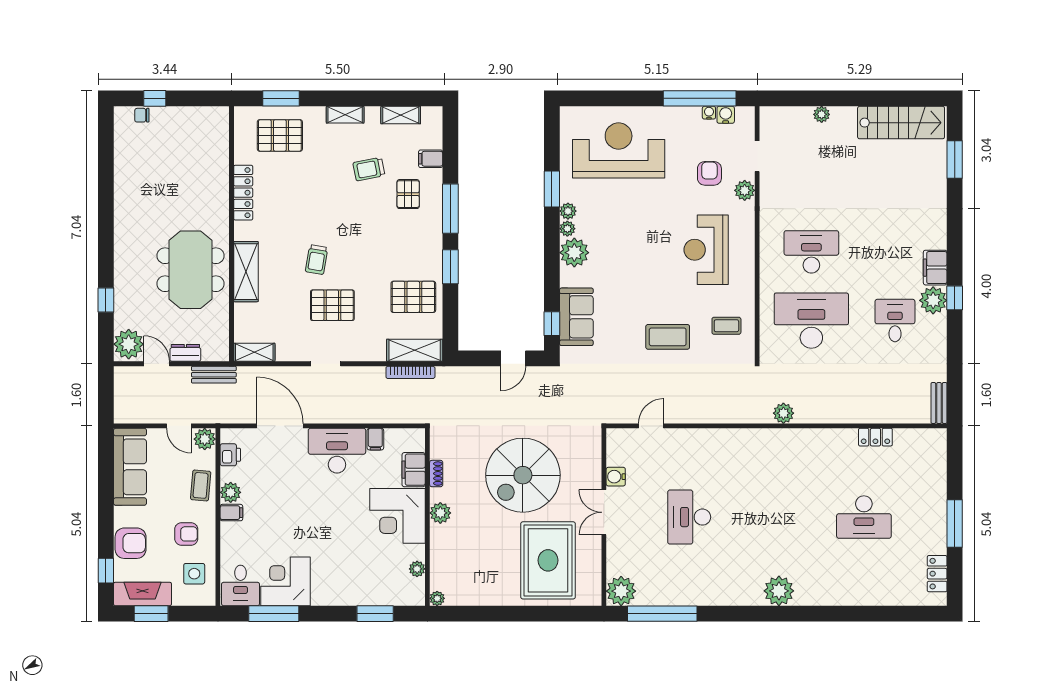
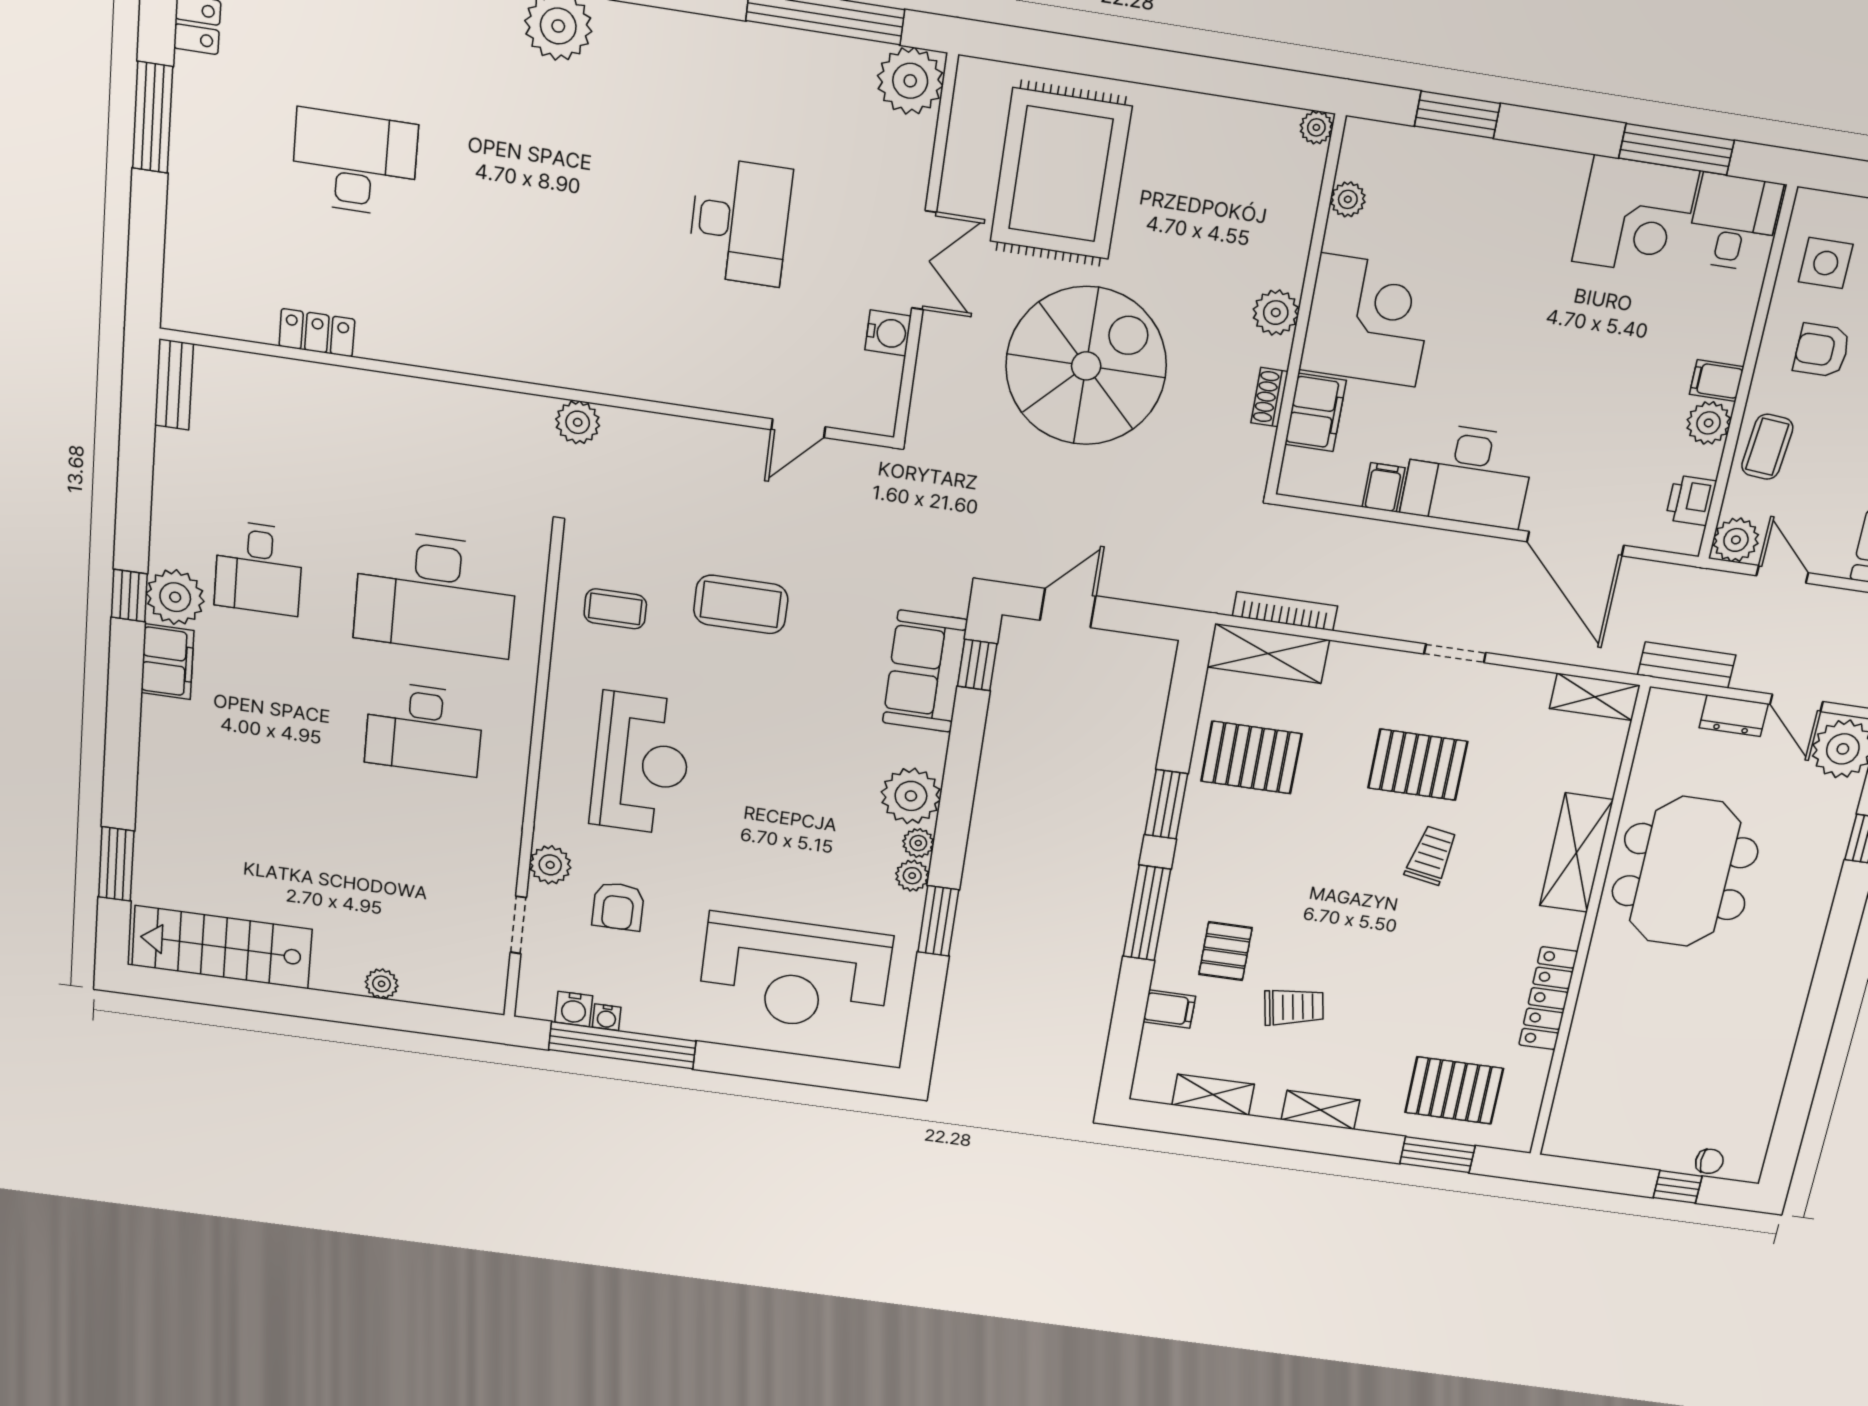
plant: (783, 413) -> (578, 422), moved

